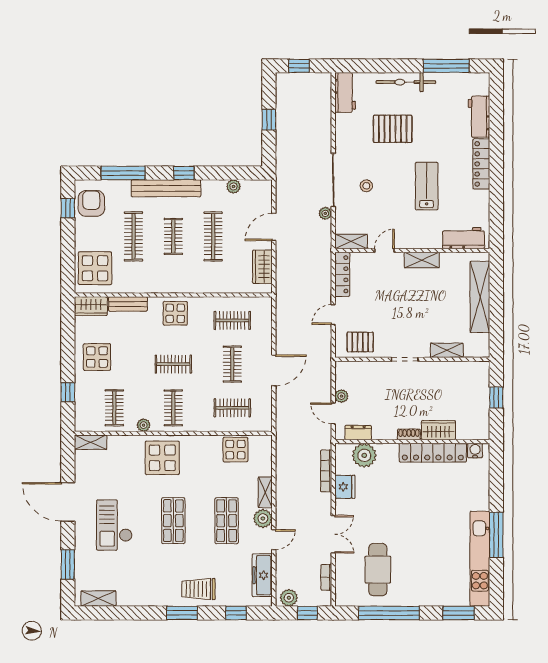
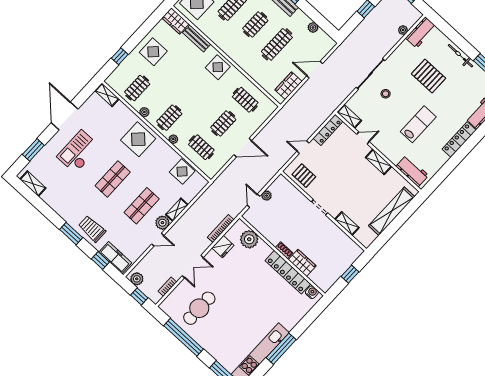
bicycle: (406, 82) -> (460, 56), width x0.73, depth x0.71
plant: (325, 213) -> (403, 30), moved
clothes rail: (173, 364) -> (191, 94), removed
plant: (197, 426) -> (173, 139), added
dresser: (358, 433) -> (257, 224), removed
freezer: (262, 575) -> (115, 258), moved, turned 90

